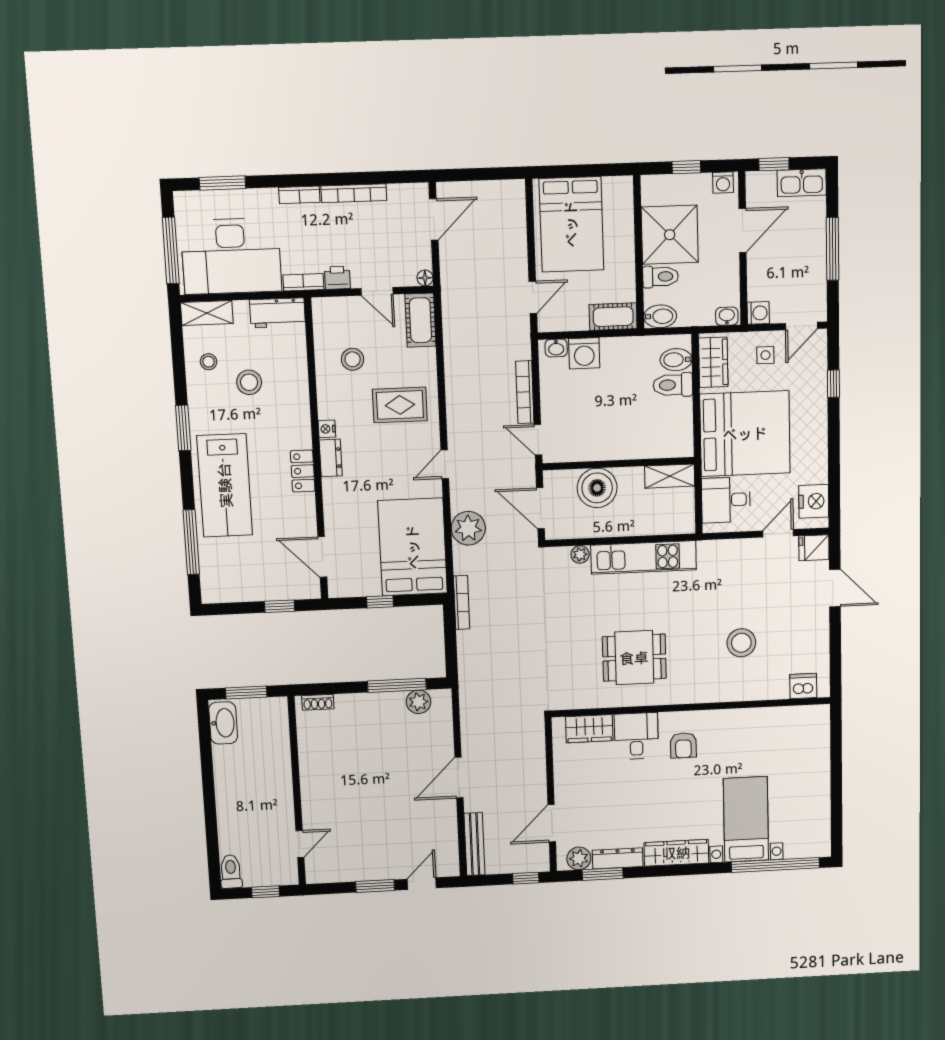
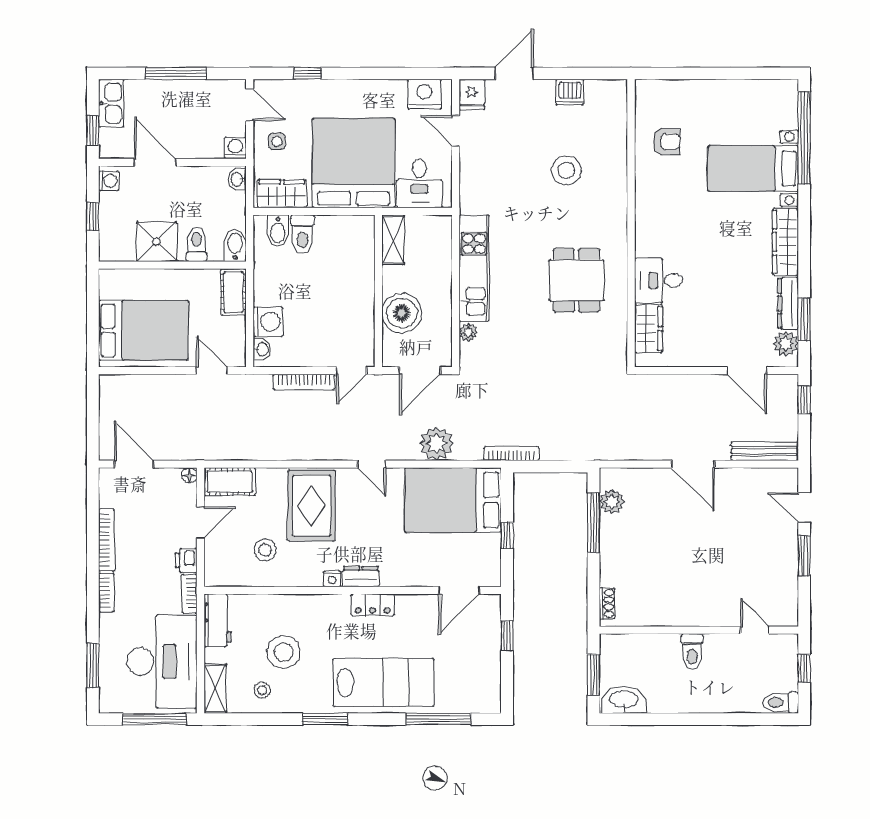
shower: (670, 235) -> (157, 242), width x0.73, depth x0.73
stool: (249, 382) -> (284, 652), width x1.38, depth x1.38
rug: (400, 405) -> (311, 506), width x1.36, depth x1.43
dishwasher: (803, 686) -> (570, 92), moved, turned -90
armchair: (683, 745) -> (667, 142), moved
toilet: (275, 786) -> (692, 652), added

